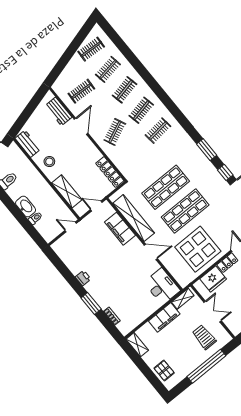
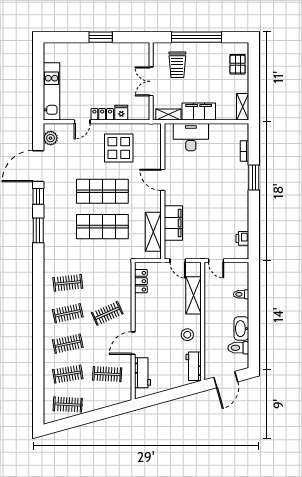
locker: (110, 172) -> (141, 281), width x0.66
washbasin: (26, 207) -> (241, 329), moved
shelving: (134, 218) -> (153, 232), width x0.68
display table: (198, 249) -> (119, 148), width x0.73, depth x0.73
printer: (83, 278) -> (242, 238), moved
fridge: (213, 279) -> (121, 113), width x0.53, depth x0.75
desk: (162, 286) -> (191, 137), moved, turned 90

